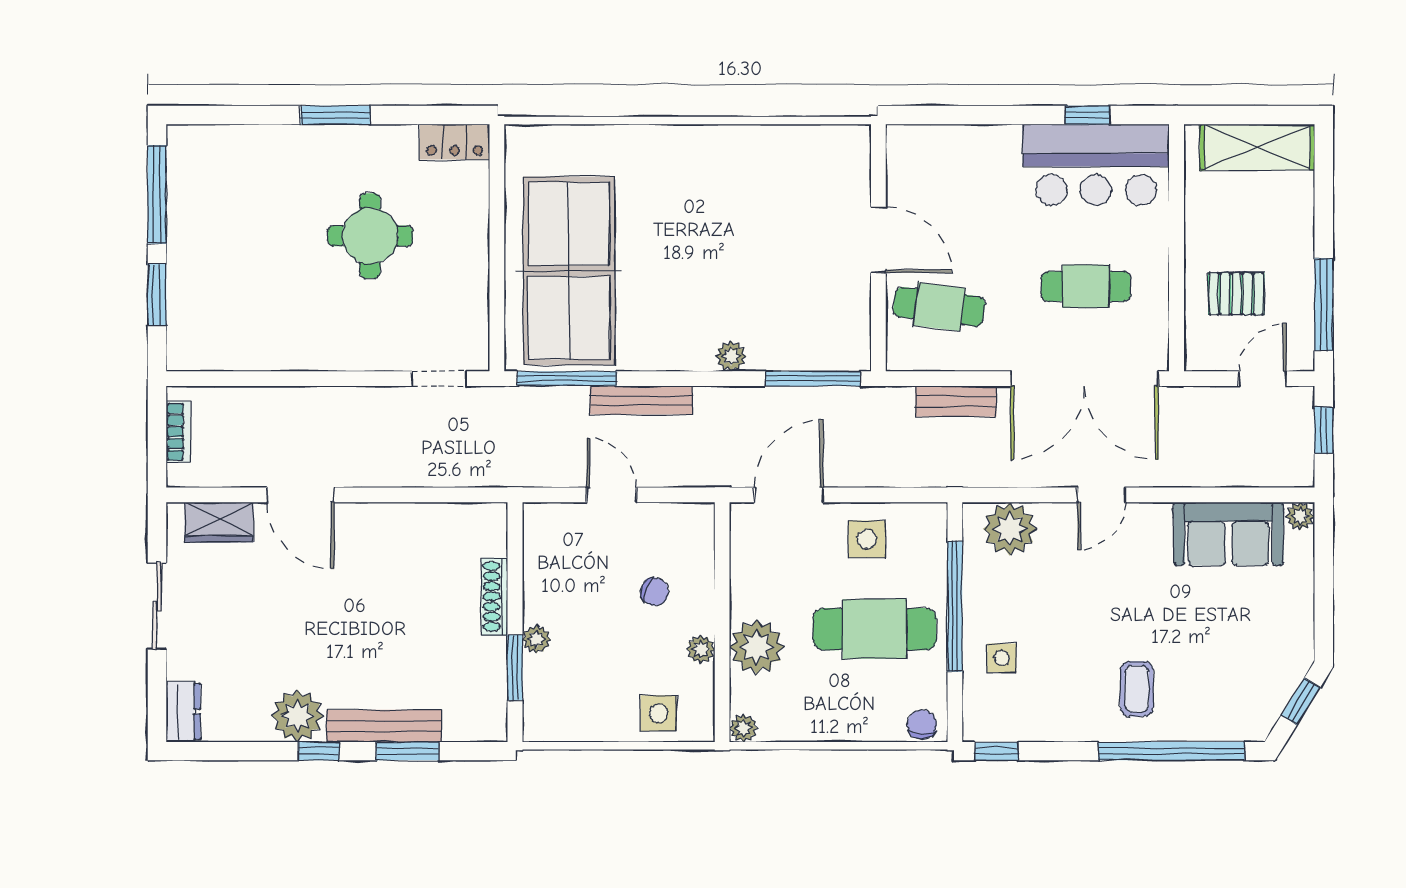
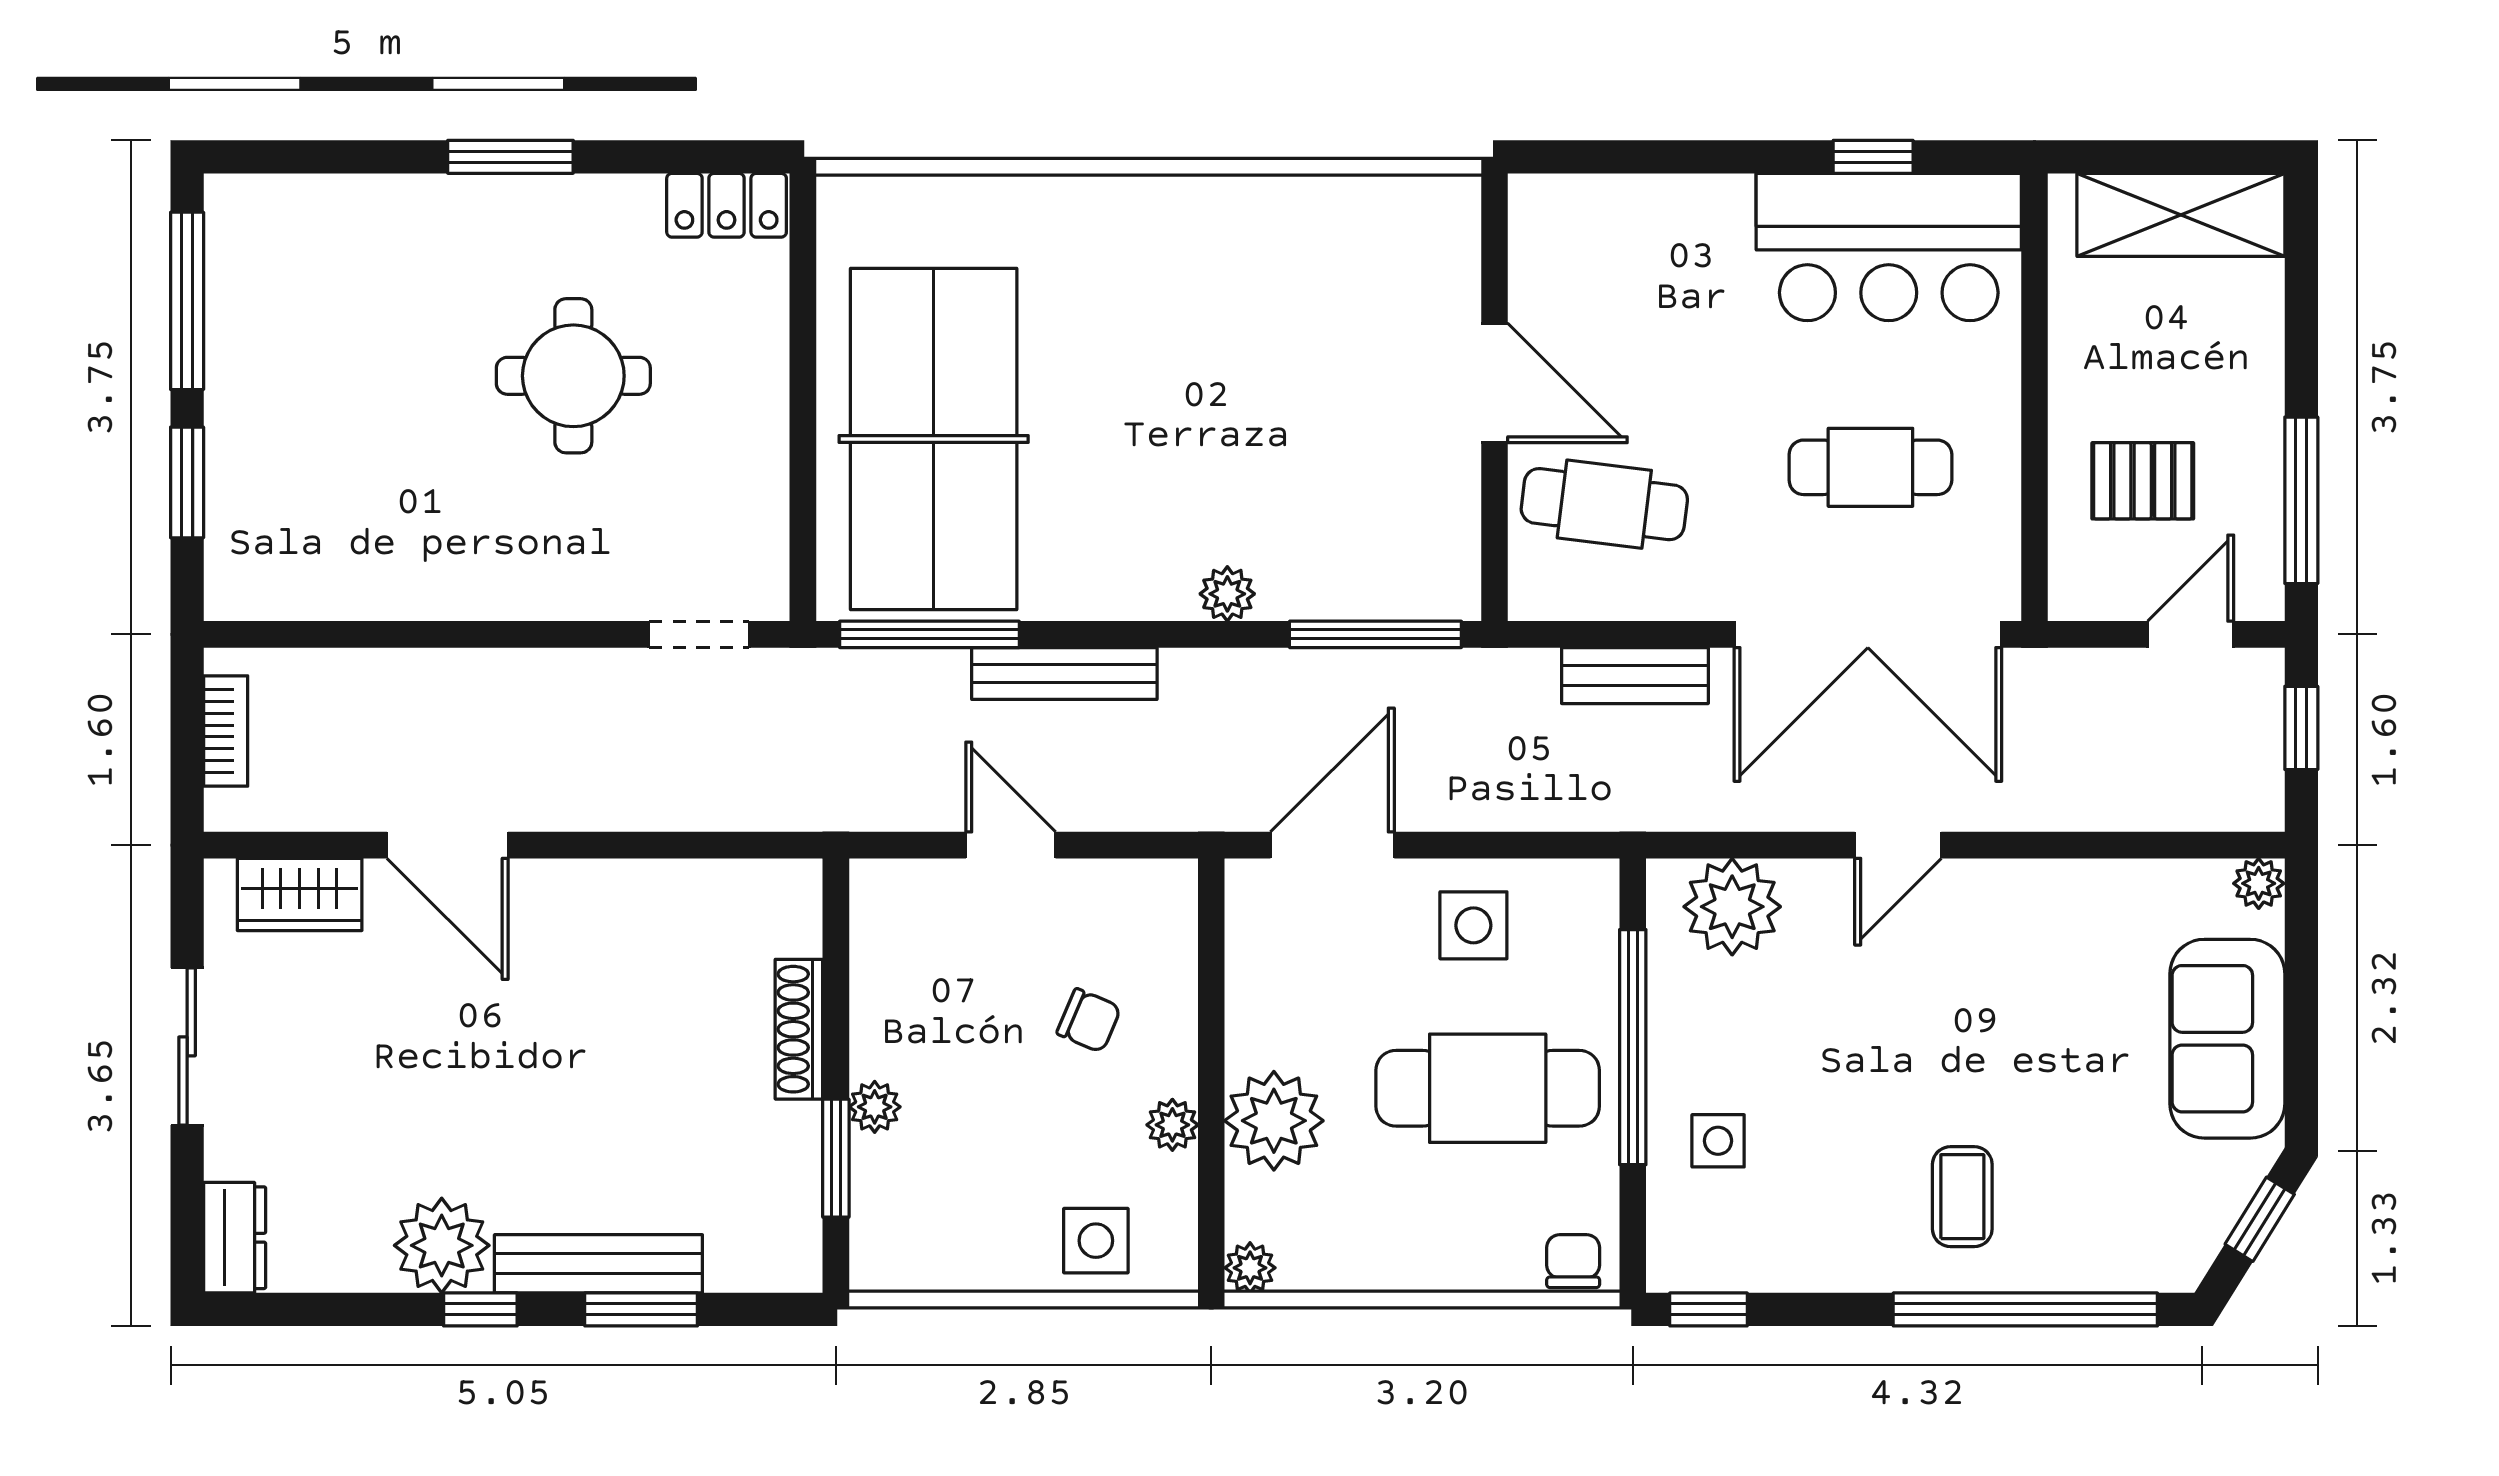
sofa: (1229, 534) -> (2227, 1039), moved, turned 90

